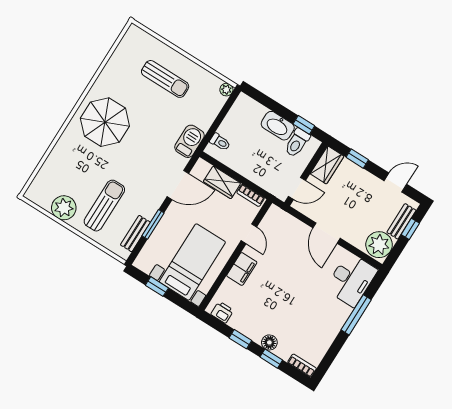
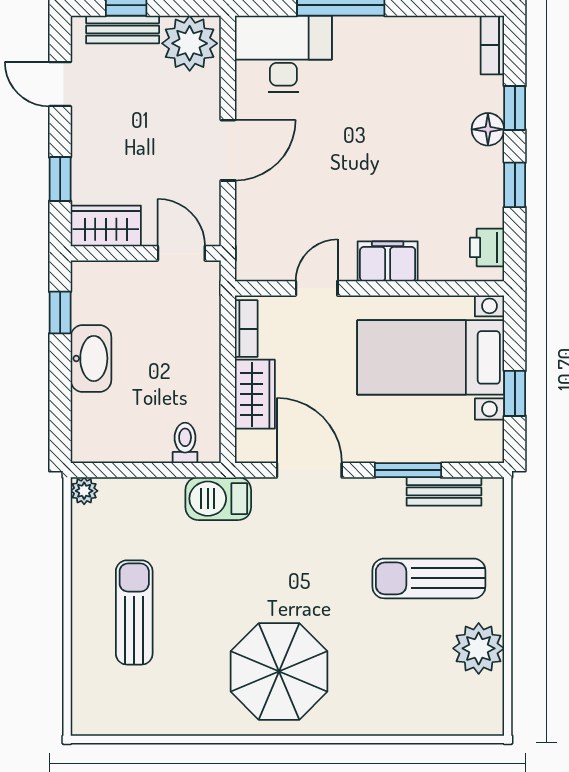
toilet: (297, 143) -> (100, 305), removed

